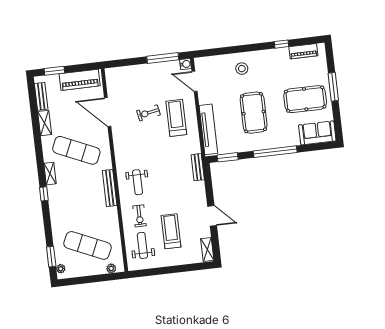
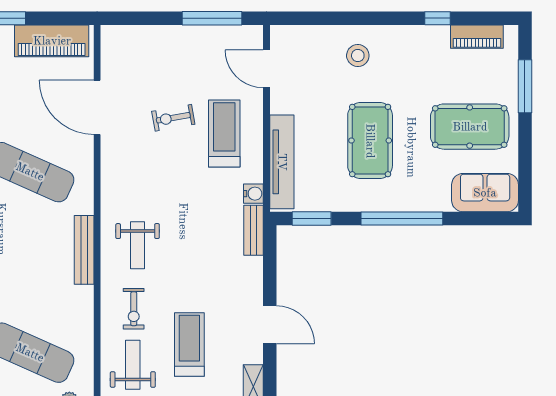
water cooler: (186, 64) -> (253, 194), moved
window: (333, 87) -> (525, 86), moved

